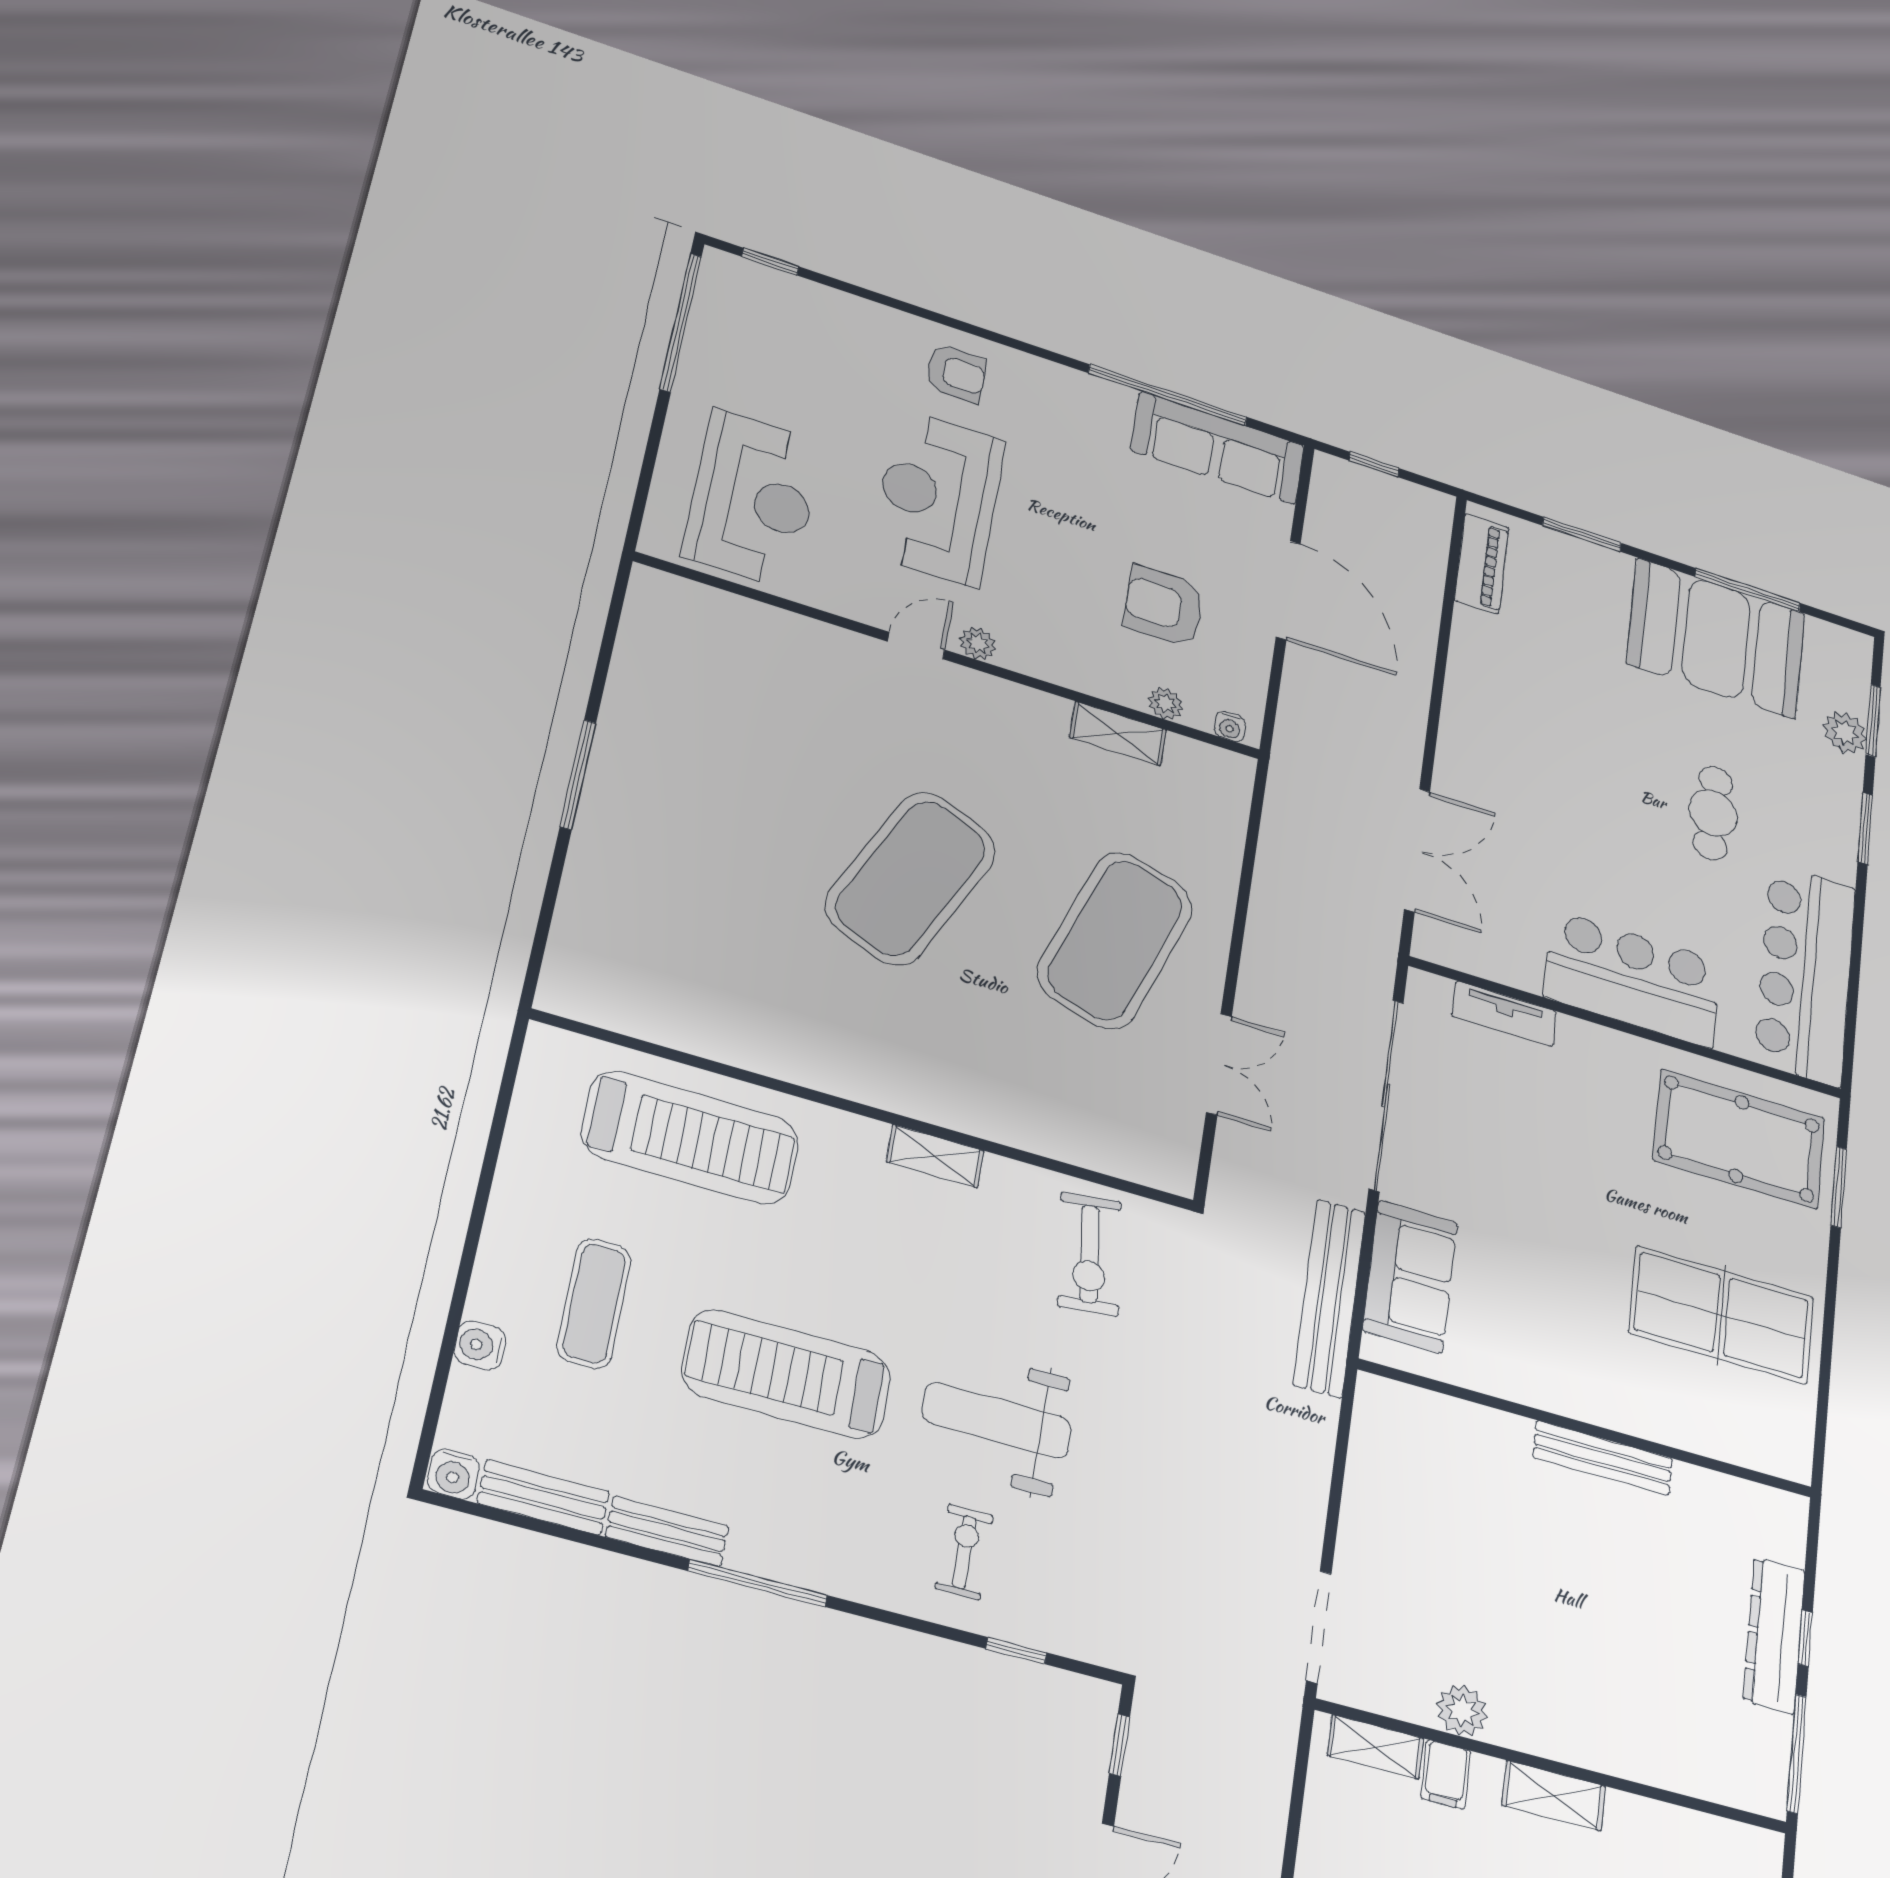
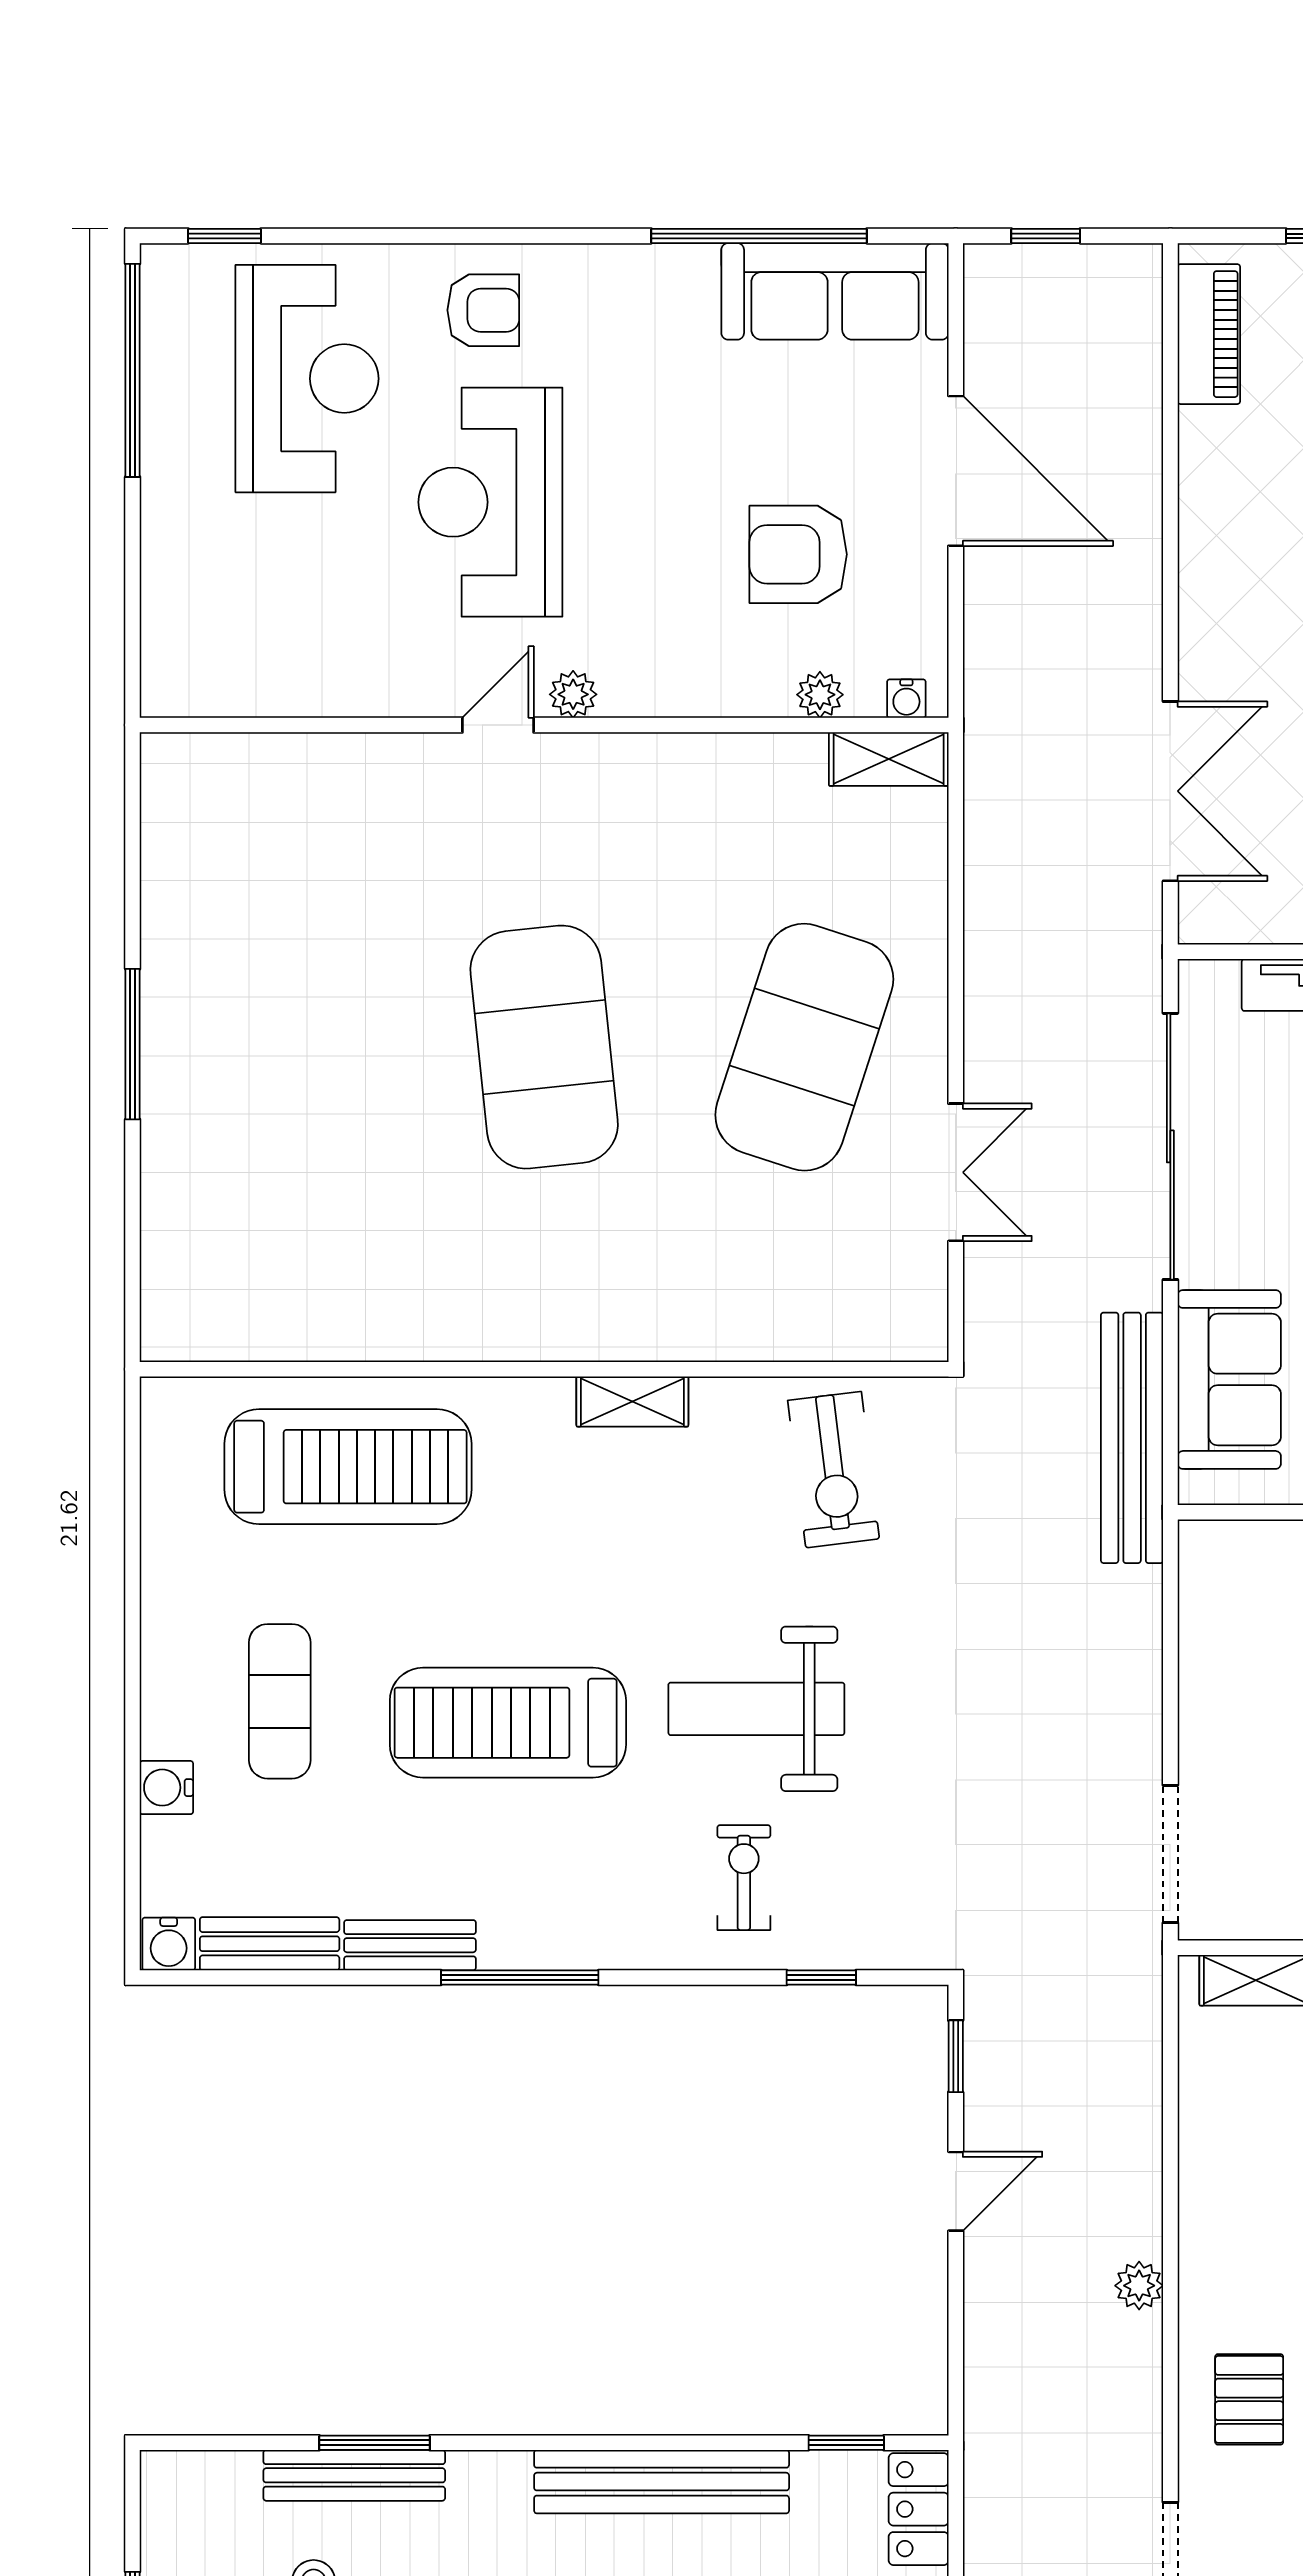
reception desk: (753, 499) -> (307, 379), moved
shelving: (1118, 734) -> (889, 759), moved
exercise mat: (911, 878) -> (544, 1047), turned -30

